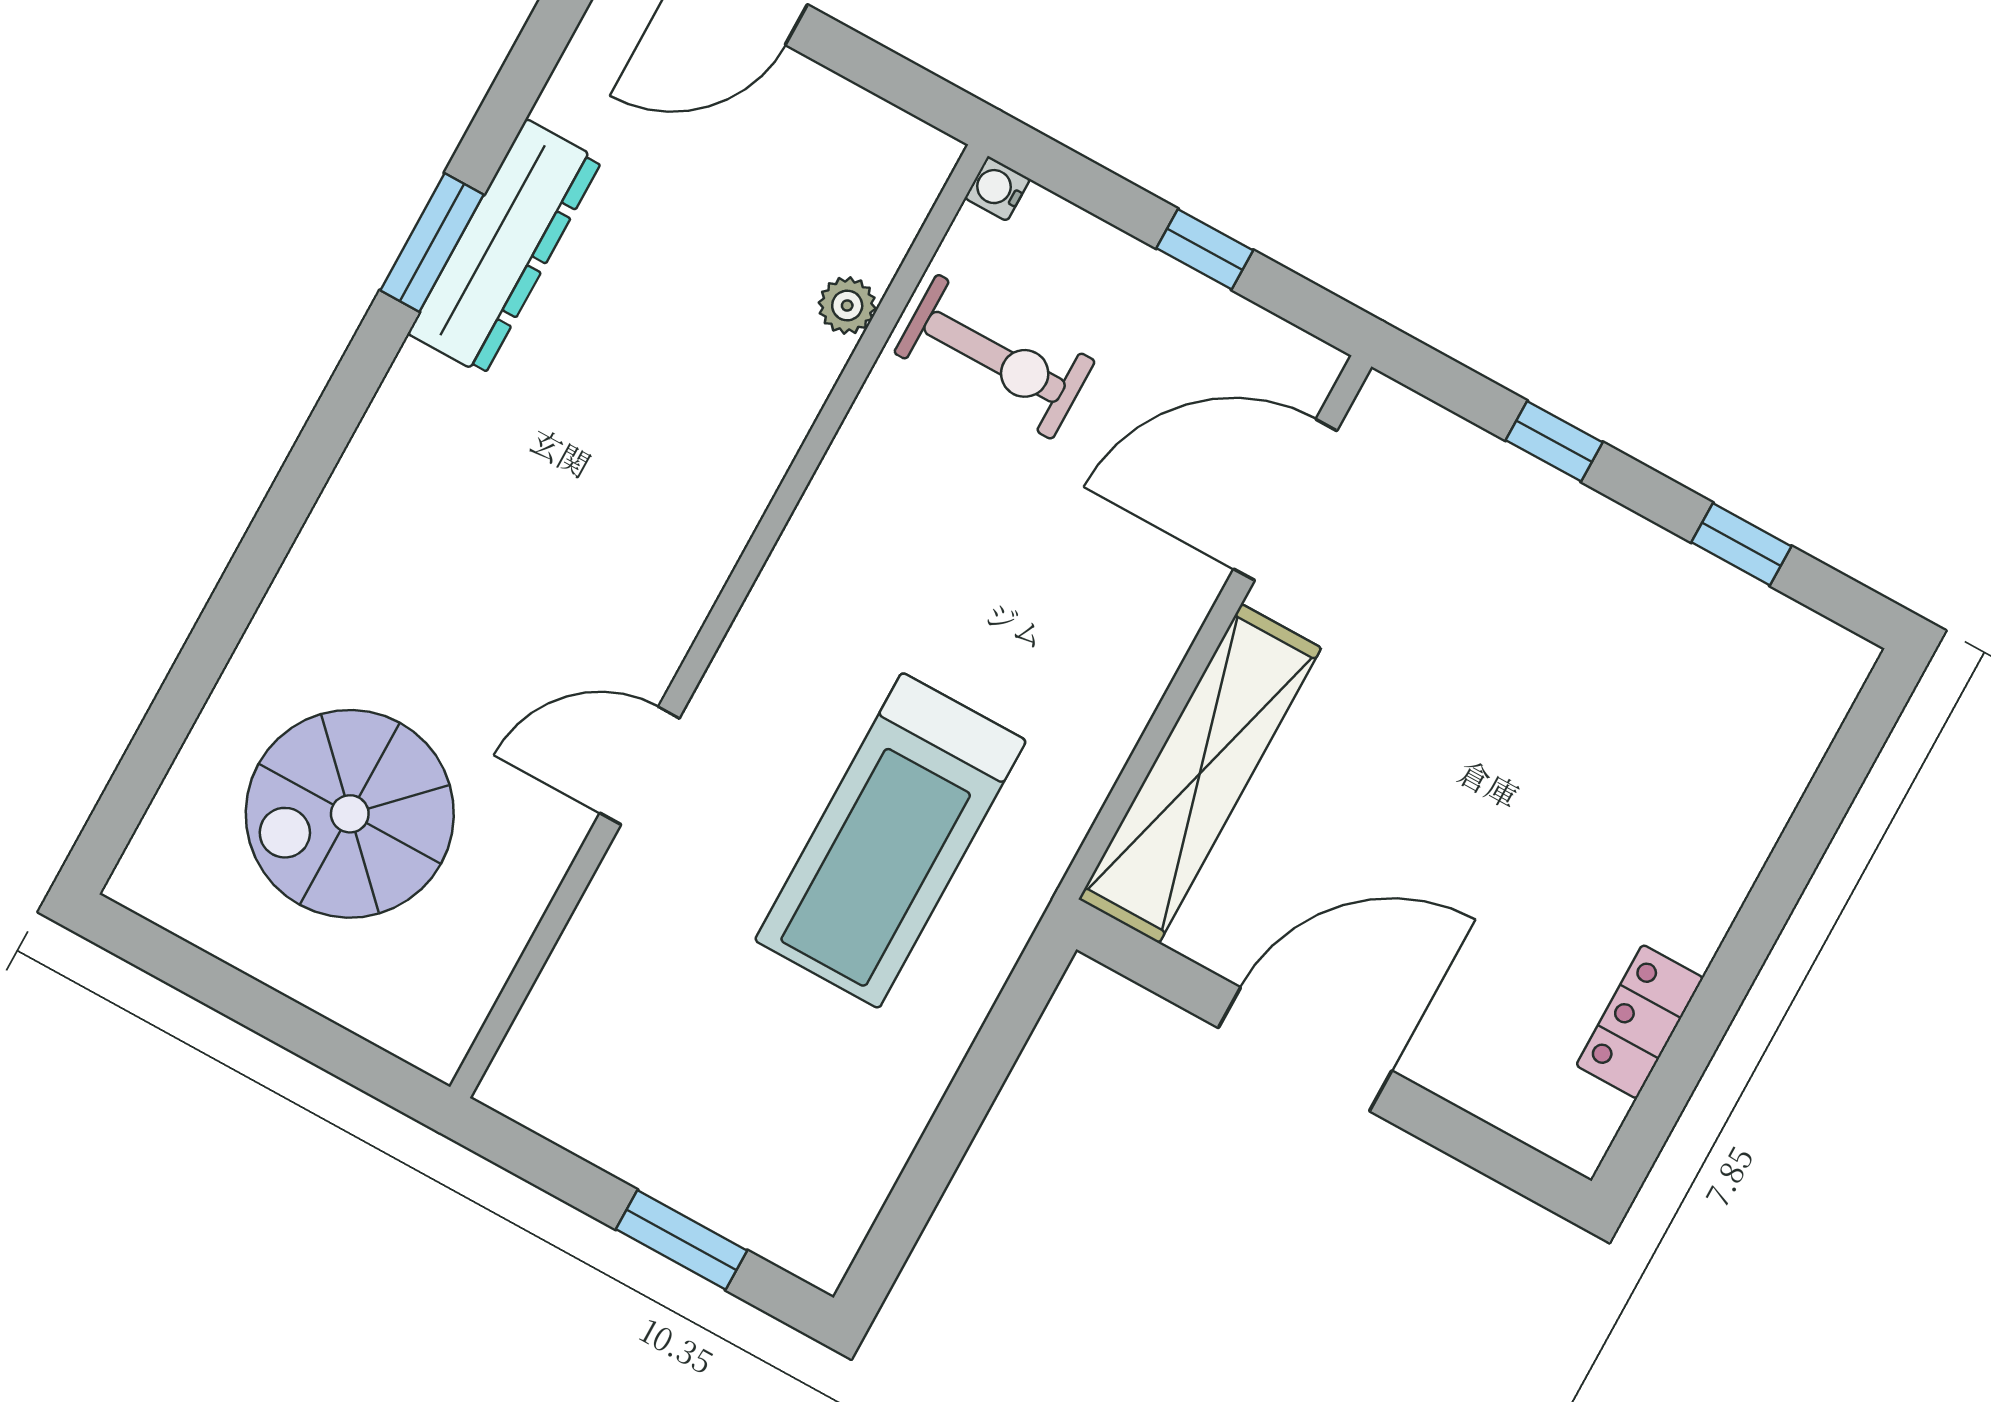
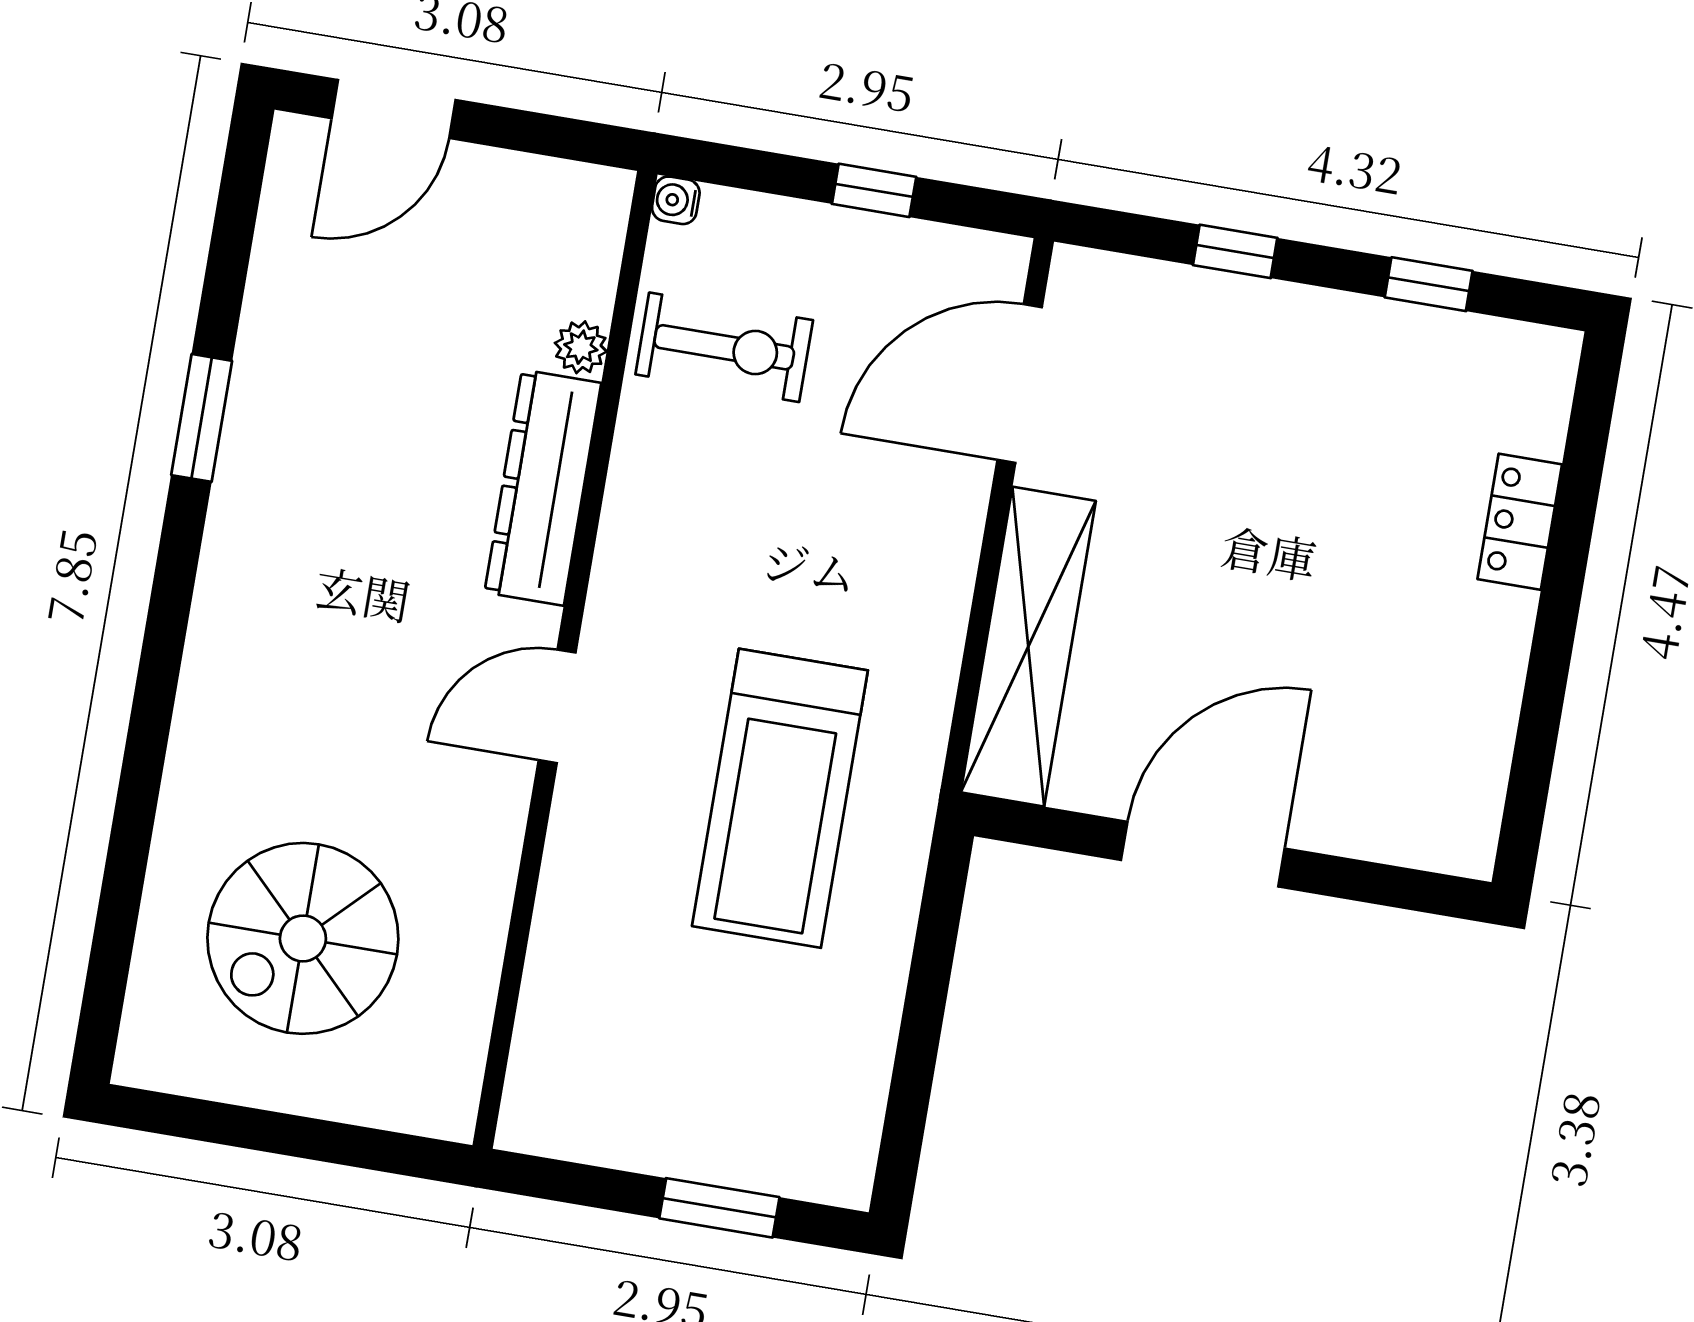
dresser: (505, 247) -> (543, 488), moved, turned 180
door: (640, 766) -> (557, 706), moved
locker: (1640, 1022) -> (1520, 522), moved

